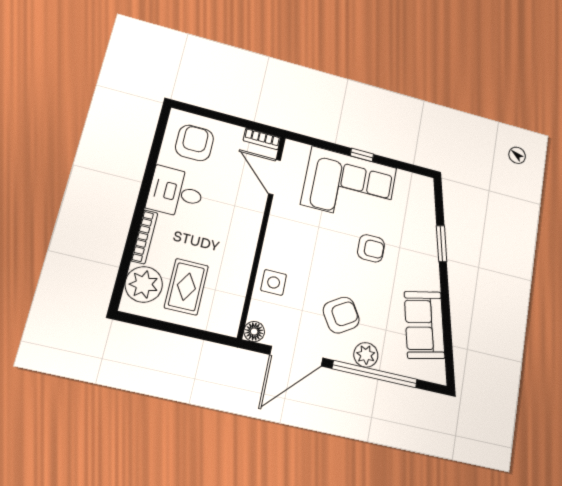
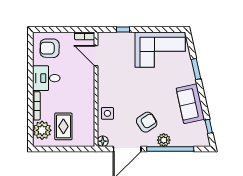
armchair: (195, 143) -> (50, 48), turned -89
window: (362, 155) -> (123, 29), moved
corner sofa: (349, 186) -> (160, 50), moved
armchair: (371, 248) -> (156, 82), removed
sofa: (424, 325) -> (190, 104), moved
window: (448, 349) -> (209, 126), added

